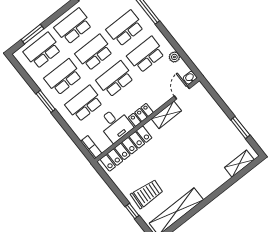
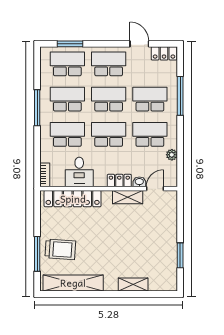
washbasin: (190, 78) -> (139, 182), moved
window: (46, 101) -> (37, 108), width x1.44
locker: (141, 115) -> (119, 181), moved
shelving: (239, 164) -> (133, 285), moved
window: (132, 211) -> (37, 254), width x2.17

